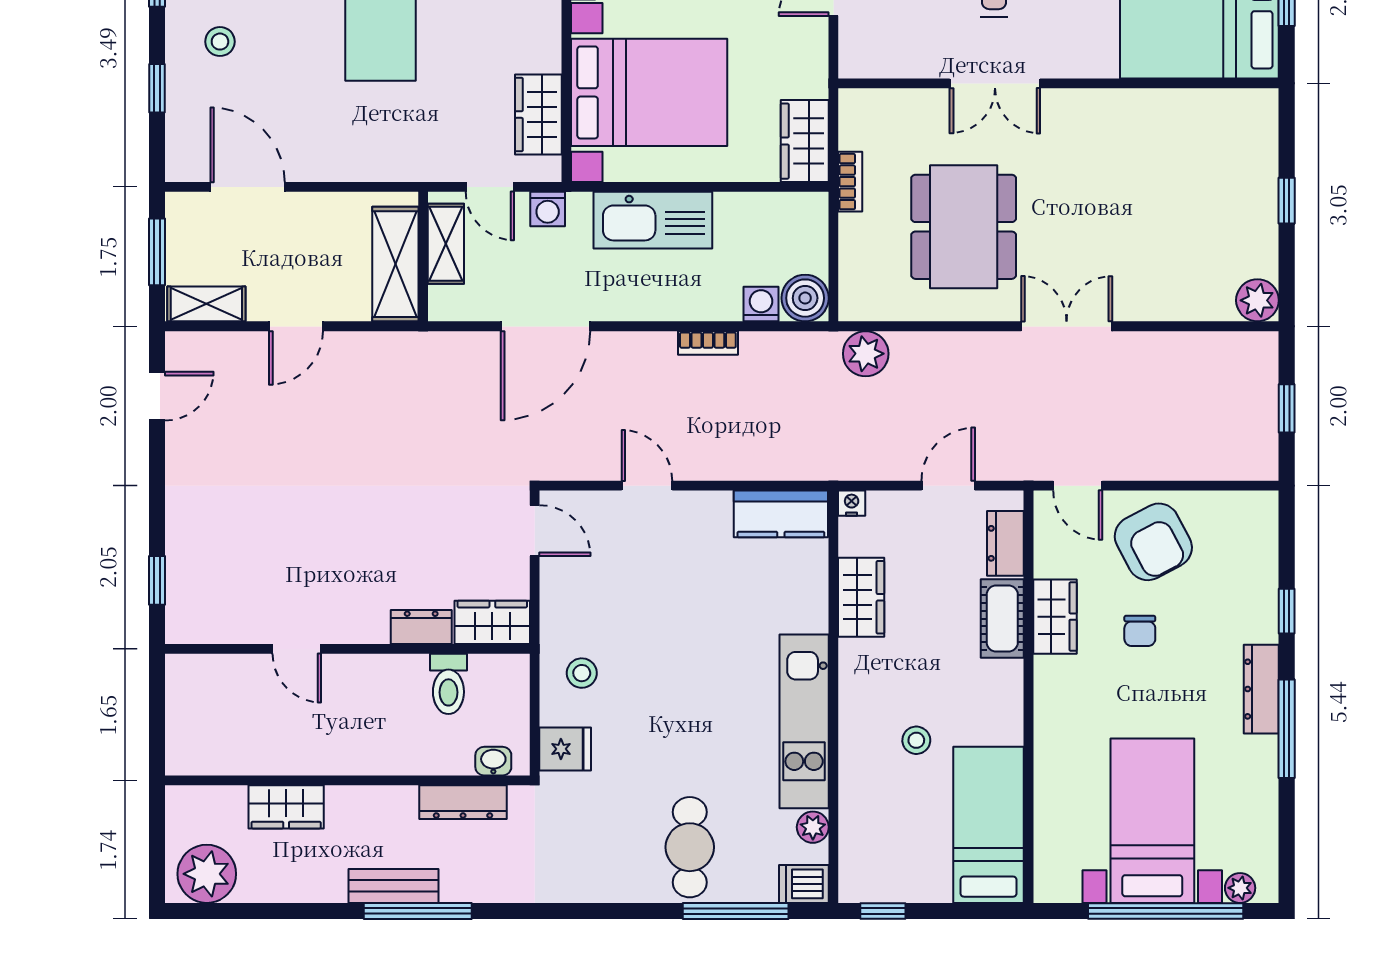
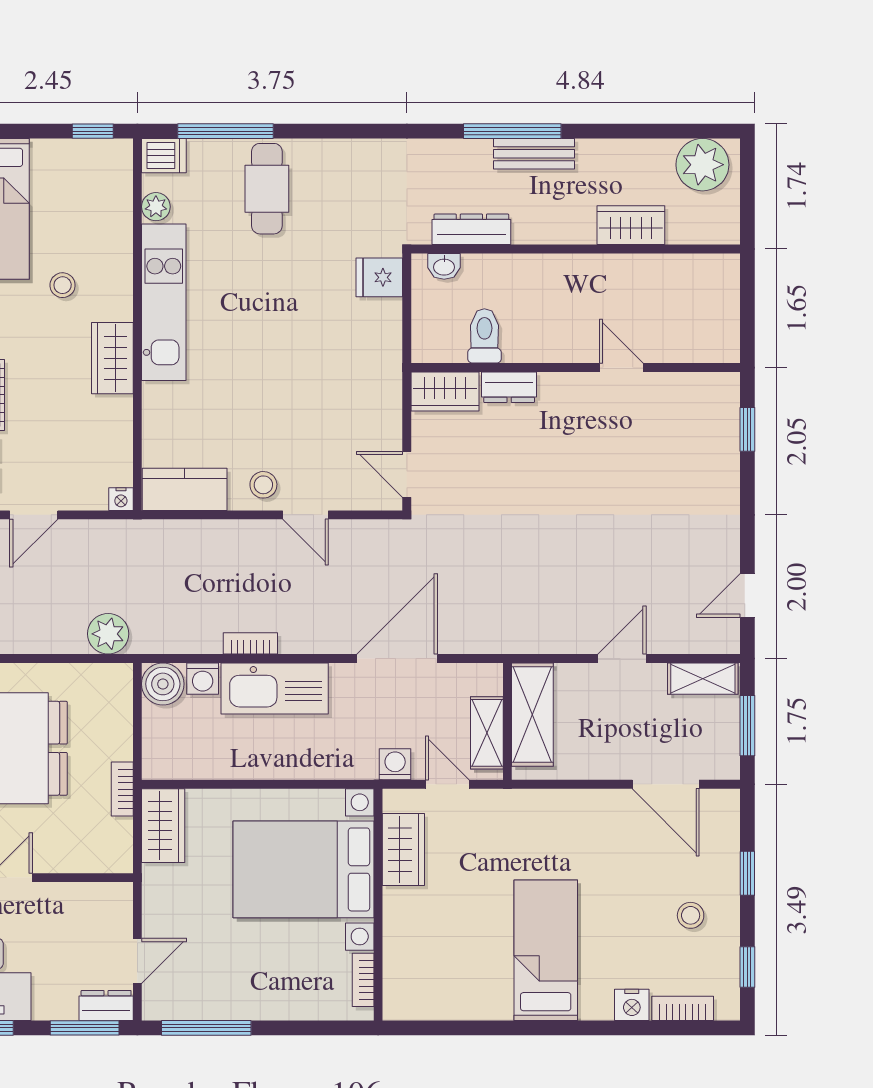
kitchen sink: (653, 220) -> (275, 689), moved, turned 180
wardrobe: (861, 597) -> (112, 358), moved
stool: (582, 673) -> (263, 485), moved

